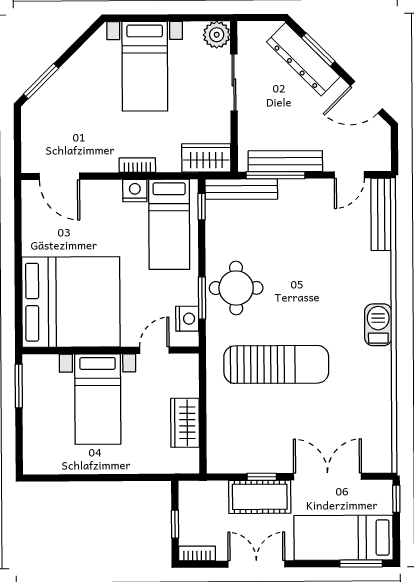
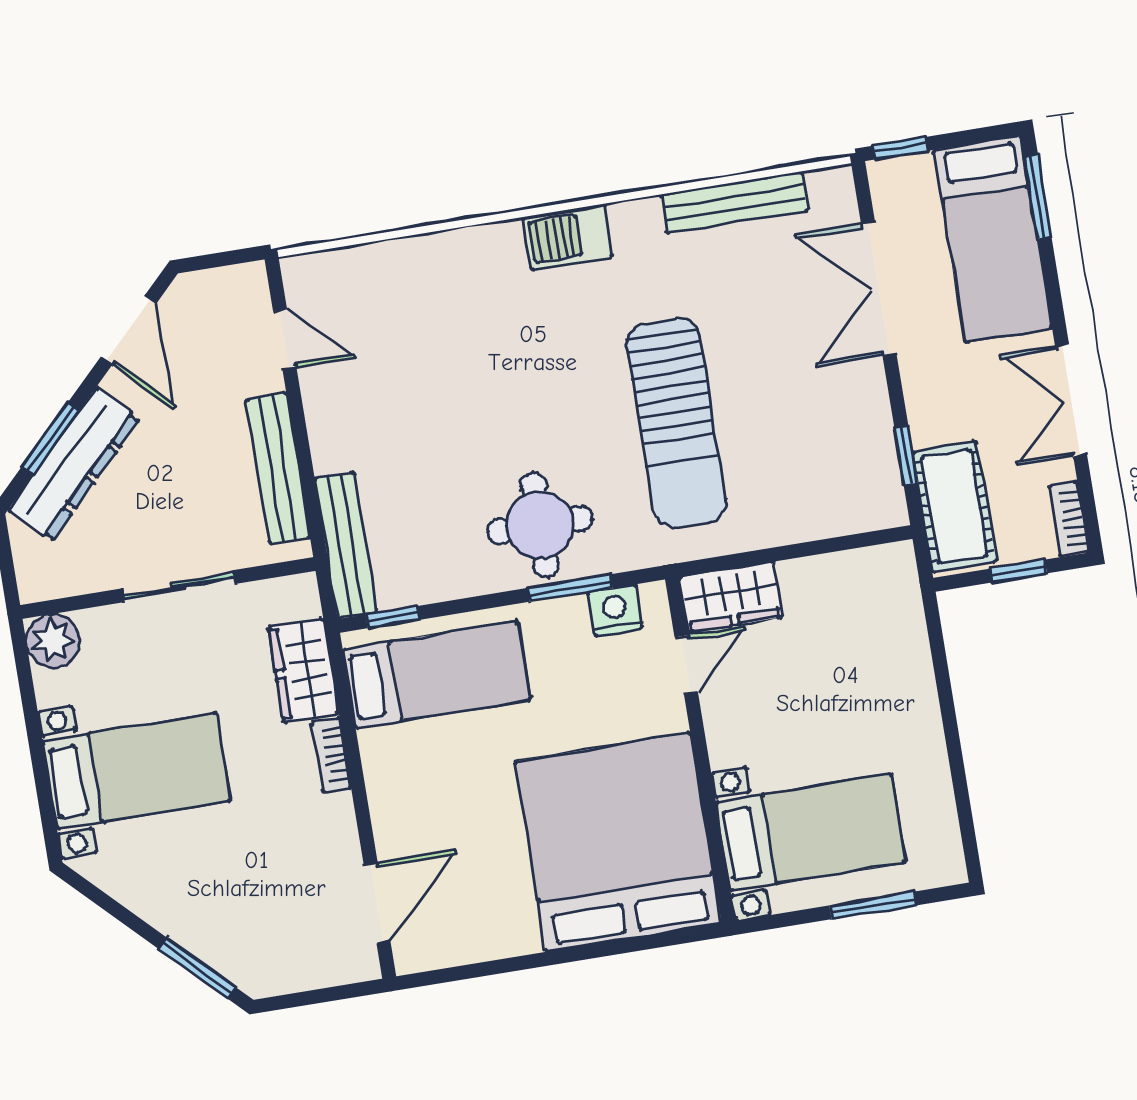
sliding door: (234, 82) -> (179, 586), moved
wardrobe: (206, 158) -> (304, 671), moved
window: (275, 175) -> (308, 483), removed
nightstand: (135, 191) -> (382, 752), removed
bench: (381, 214) -> (734, 203), moved
door: (154, 350) -> (686, 665), swing flipped
sun lounger: (276, 364) -> (677, 423), turned 180
window: (19, 386) -> (873, 905), moved
bed with nightstands: (98, 399) -> (811, 832), moved
wardrobe: (185, 423) -> (731, 597), moved
window: (262, 477) -> (906, 456), moved
cot: (260, 497) -> (954, 507), moved

